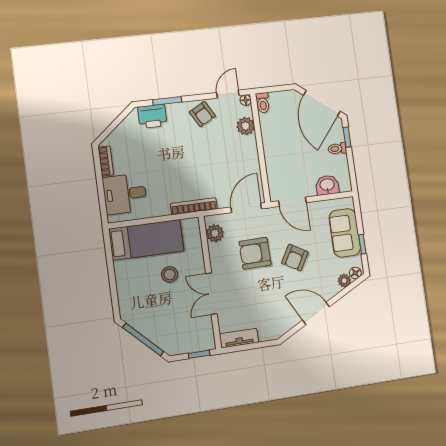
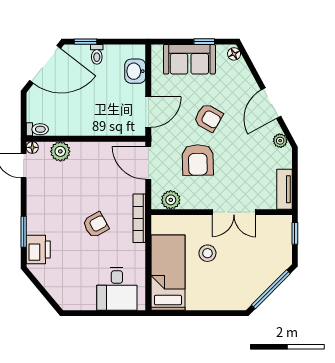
armchair: (202, 114) -> (96, 225), moved
bookcase: (106, 161) -> (80, 304), removed
plant: (344, 281) -> (280, 141), moved

